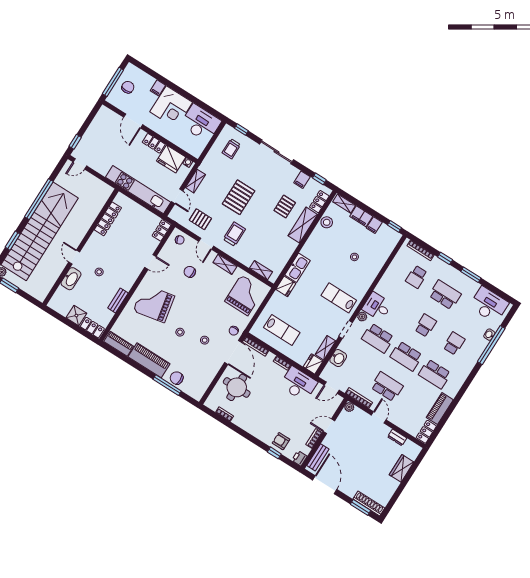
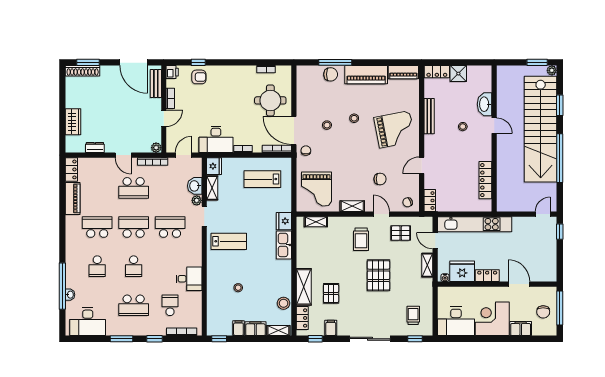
filing cabinet: (158, 88) -> (521, 329), width x2.00
bench: (118, 301) -> (429, 116), width x1.36
desk: (377, 306) -> (189, 279), moved
plant: (362, 317) -> (197, 200), moved

